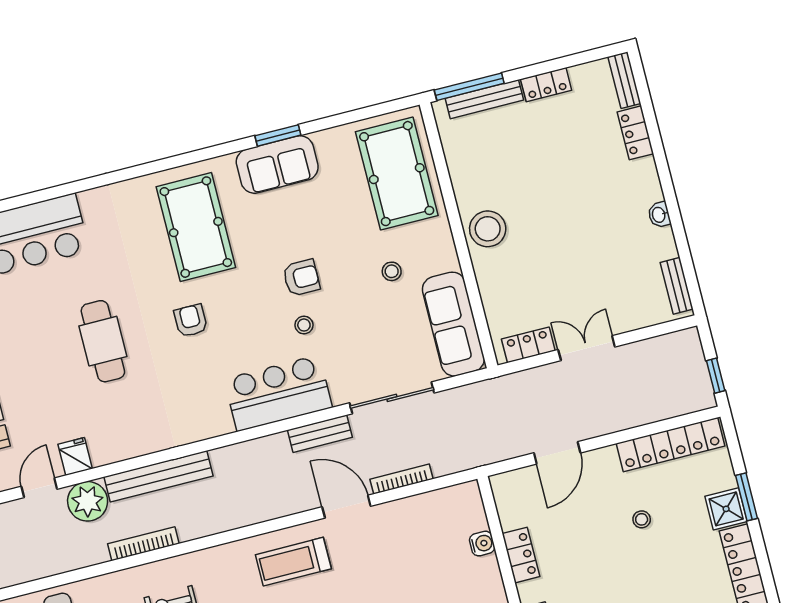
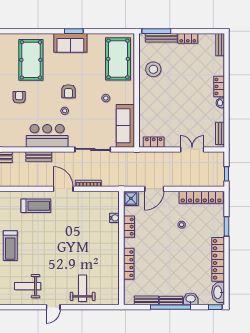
locker: (635, 133) -> (219, 86), moved
stool: (488, 229) -> (153, 69), moved
armchair: (301, 278) -> (68, 91), turned 90
double door: (587, 348) -> (192, 149), moved
bench: (320, 434) -> (39, 157), moved
shower: (726, 509) -> (131, 198), moved
treadmill: (293, 562) -> (36, 206), turned 180

